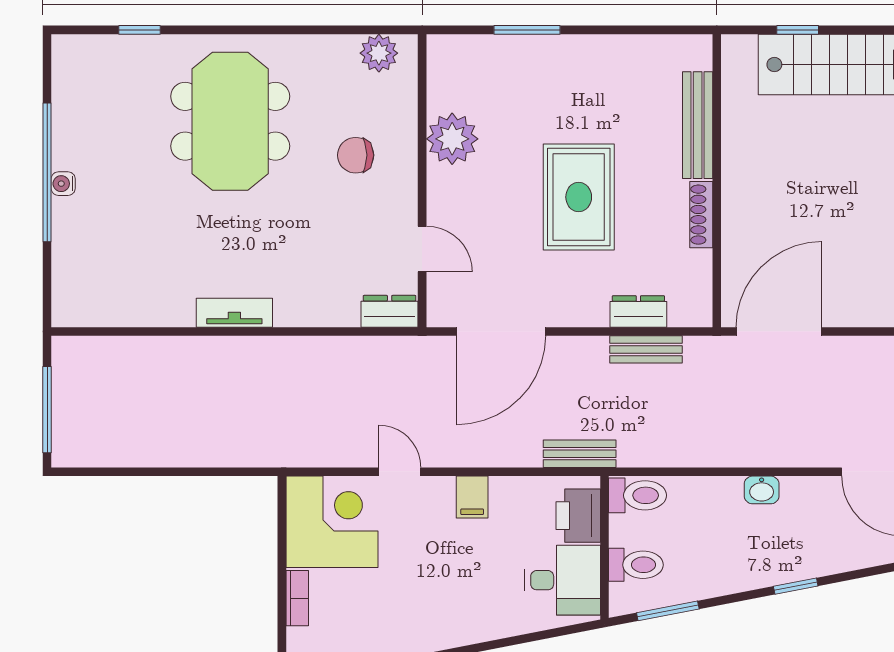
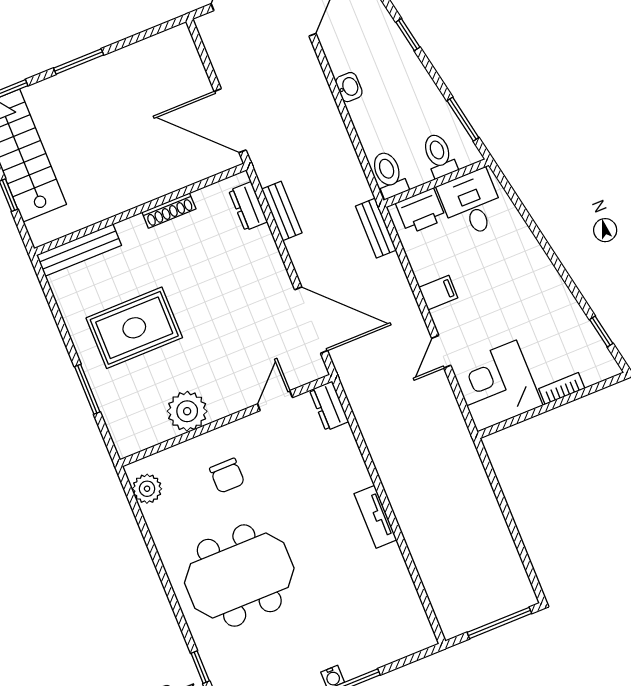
bench: (698, 125) -> (79, 250), moved
rug: (579, 197) -> (134, 328), moved
dresser: (638, 311) -> (248, 206), moved

